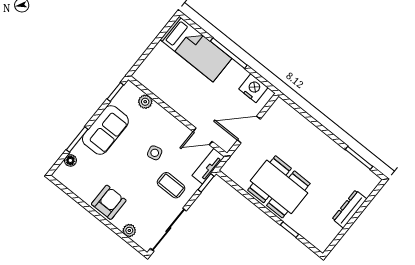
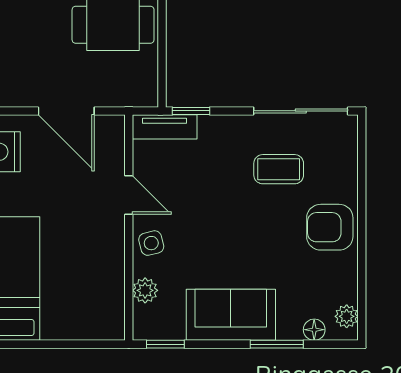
door: (203, 136) -> (129, 195), moved
side table: (155, 153) -> (151, 243), moved
coffee table: (171, 185) -> (279, 169), moved, turned 90
plant: (129, 230) -> (347, 316), moved

